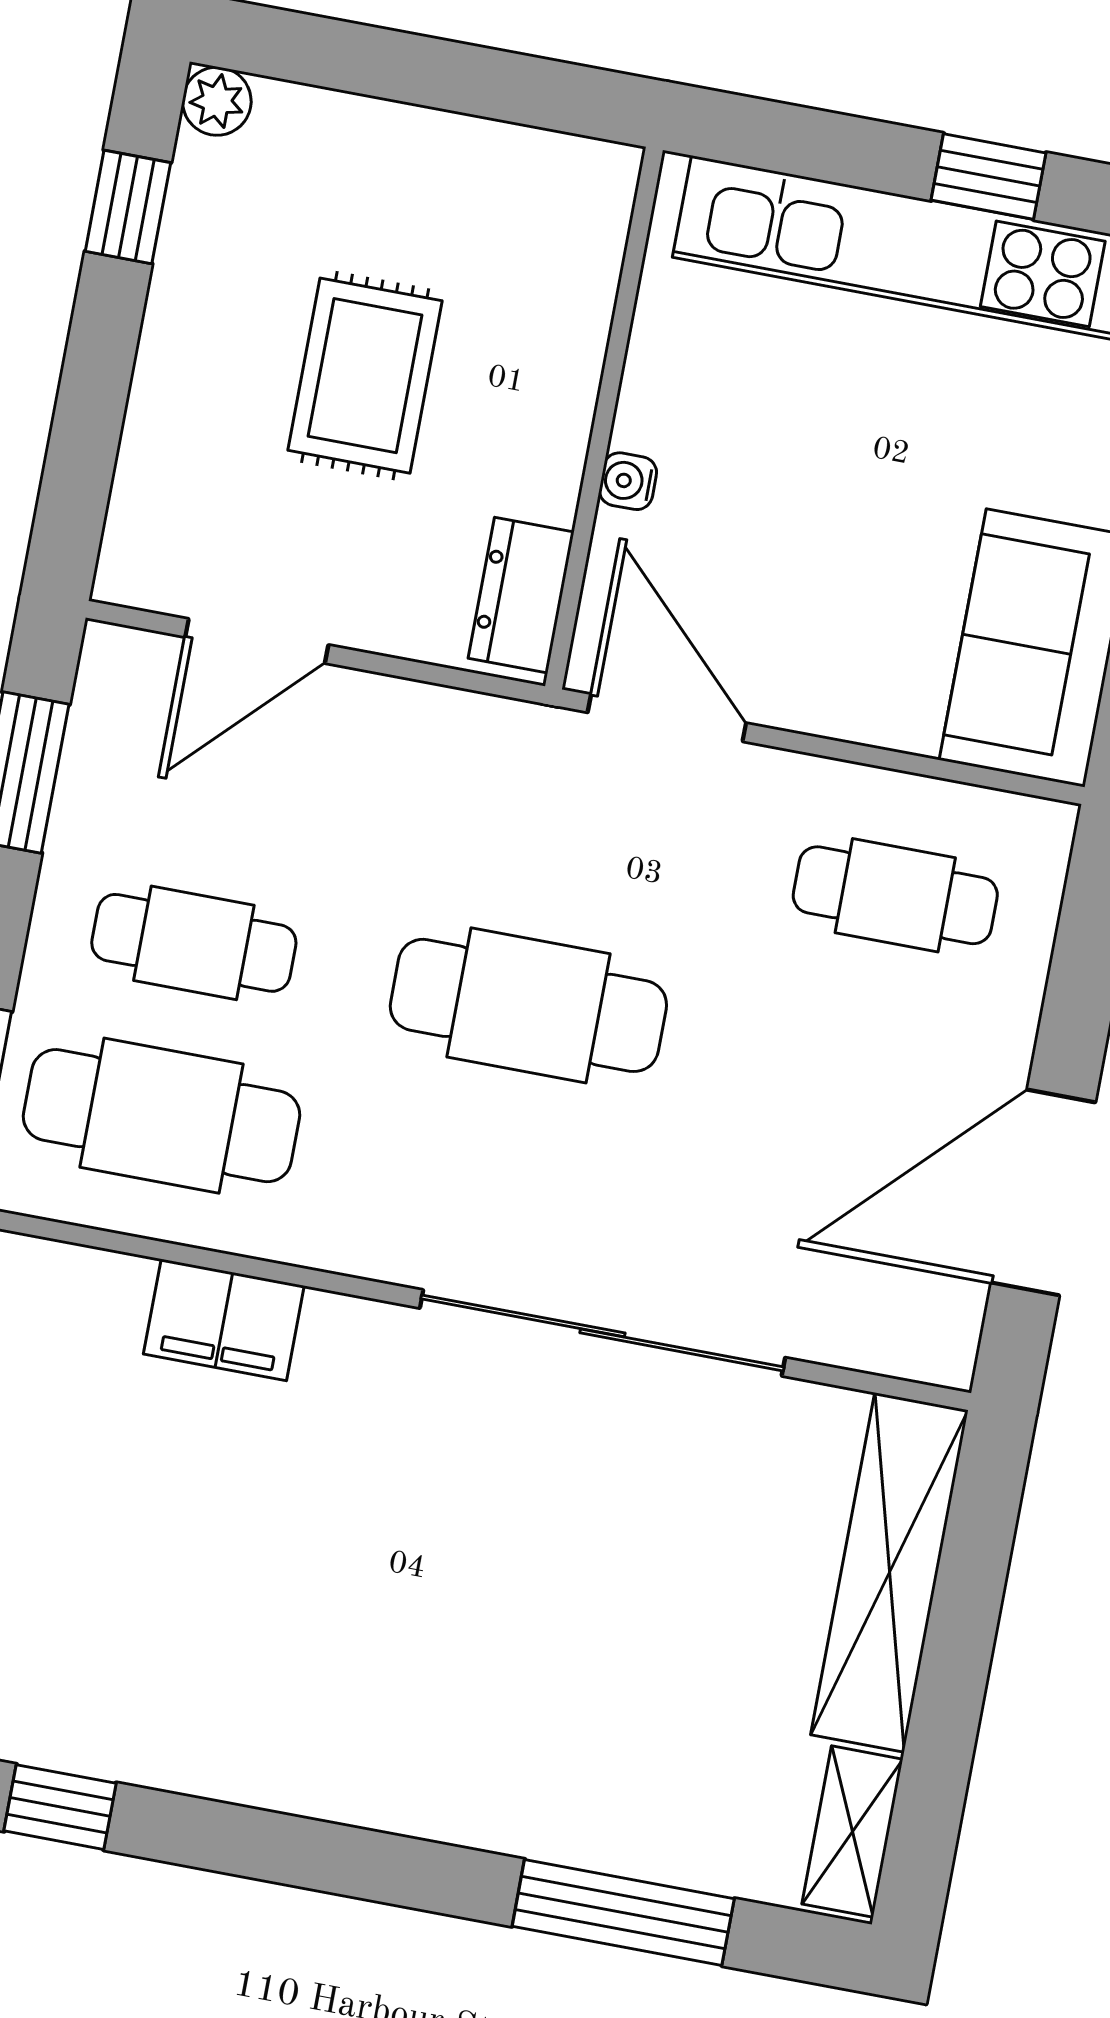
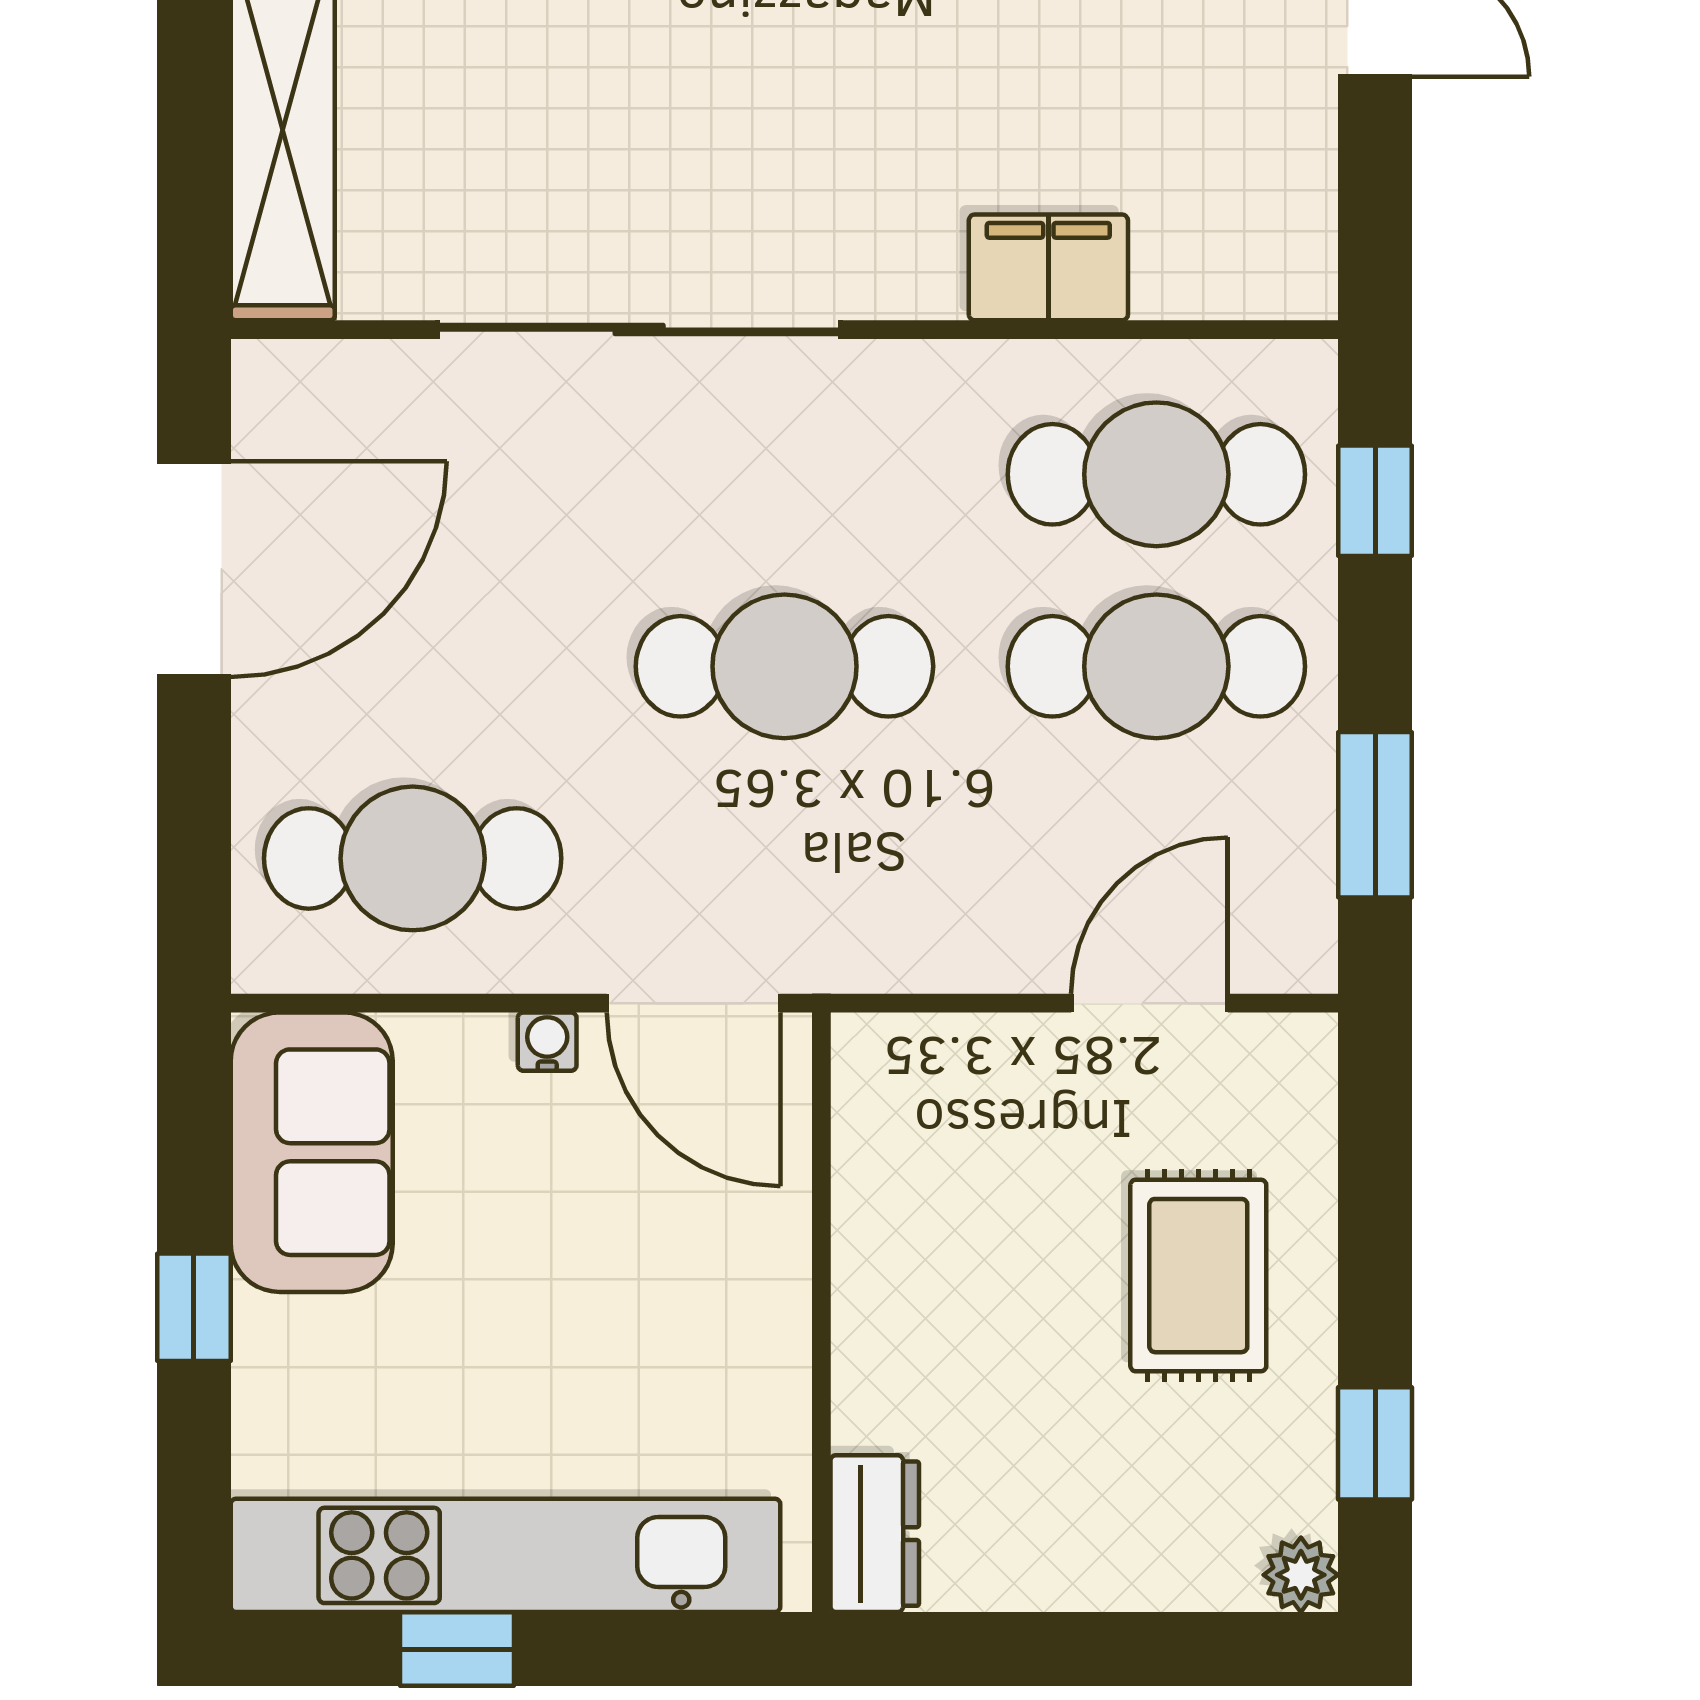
rug: (365, 376) -> (1198, 1276), moved
water cooler: (628, 481) -> (547, 1042), moved, turned -90
dresser: (521, 595) -> (875, 1534), moved
cafe table: (895, 895) -> (413, 858), width x1.37, depth x1.35
cafe table: (194, 943) -> (1156, 666), width x1.37, depth x1.35

